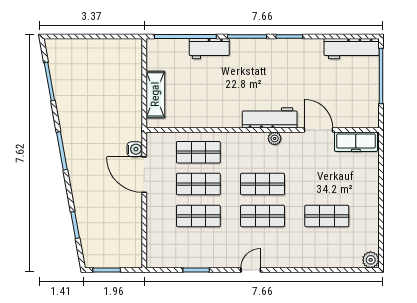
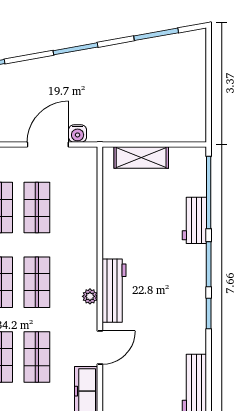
shop shelf: (198, 152) -> (37, 357), moved

